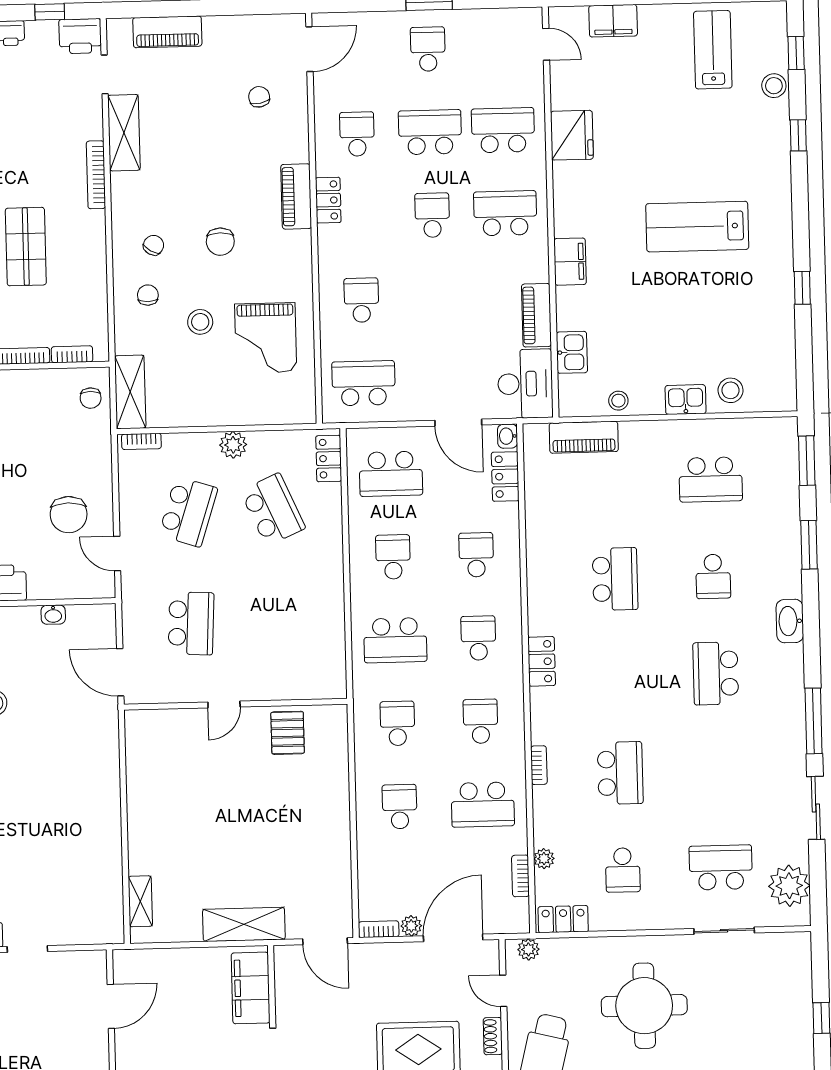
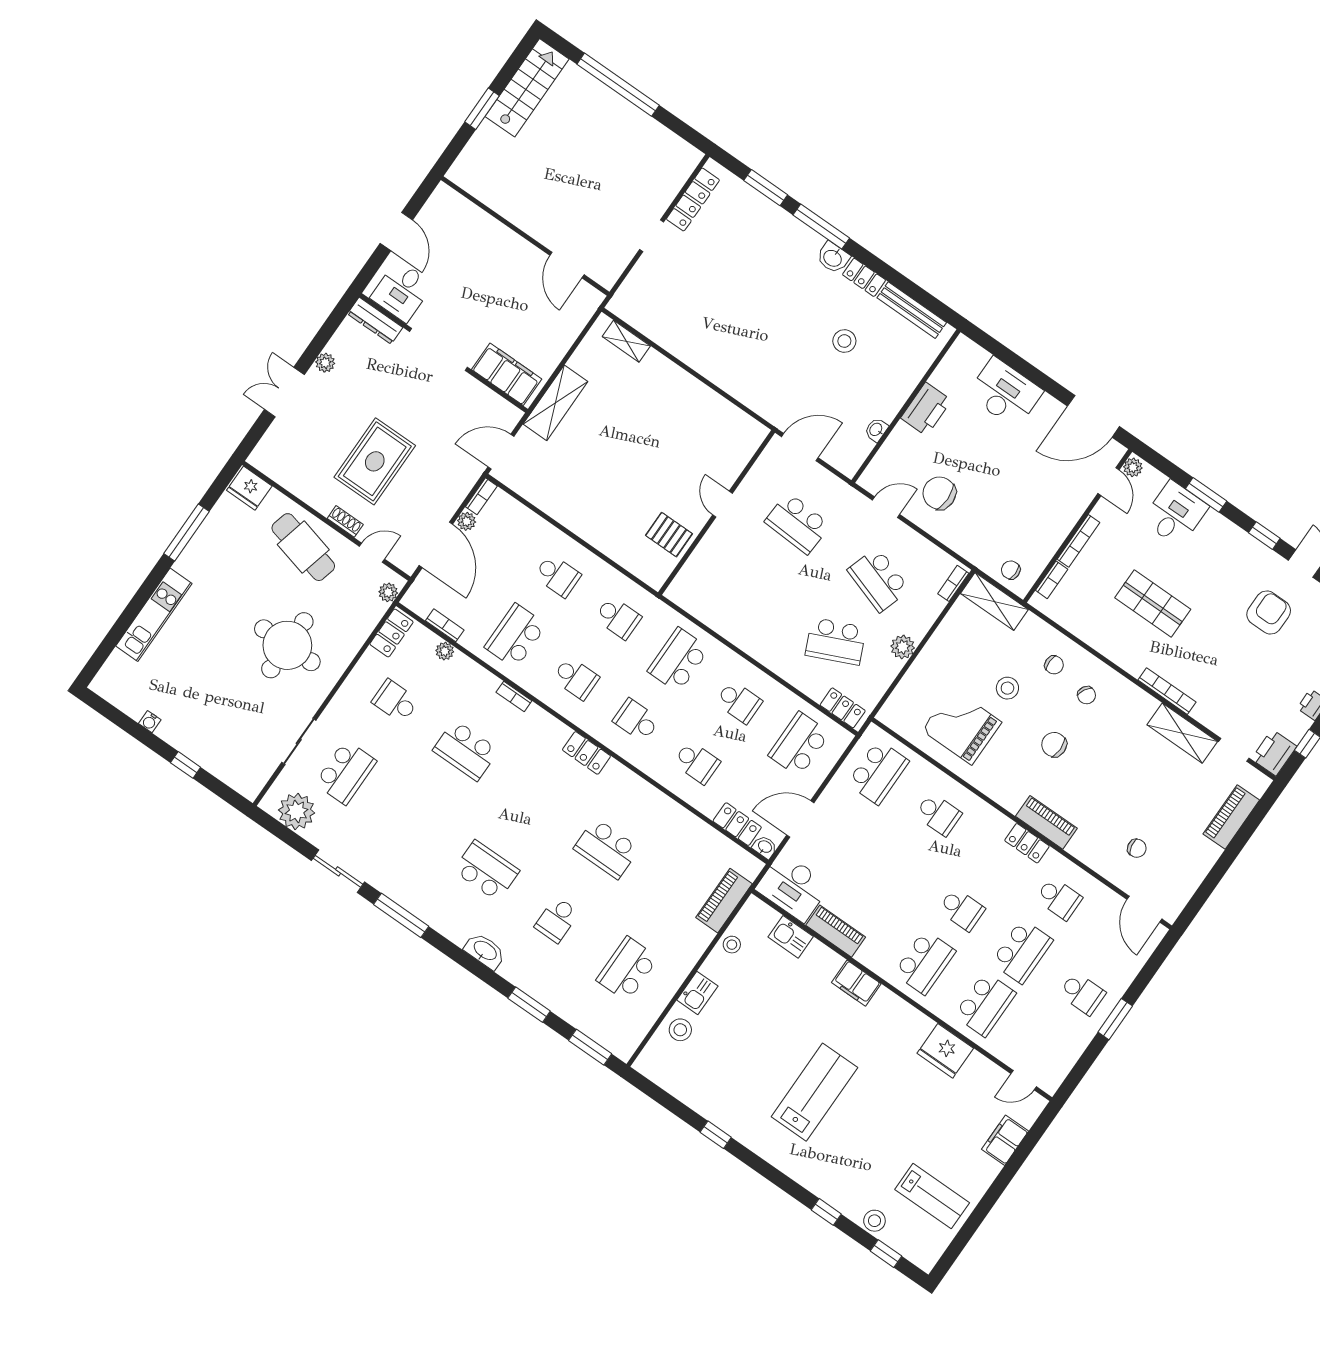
school desk: (713, 576) -> (557, 920), turned -90
school desk: (478, 638) -> (636, 720), turned 180

